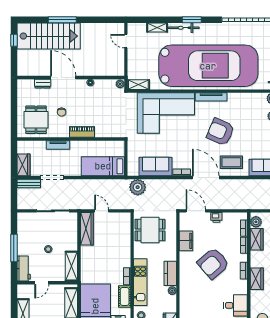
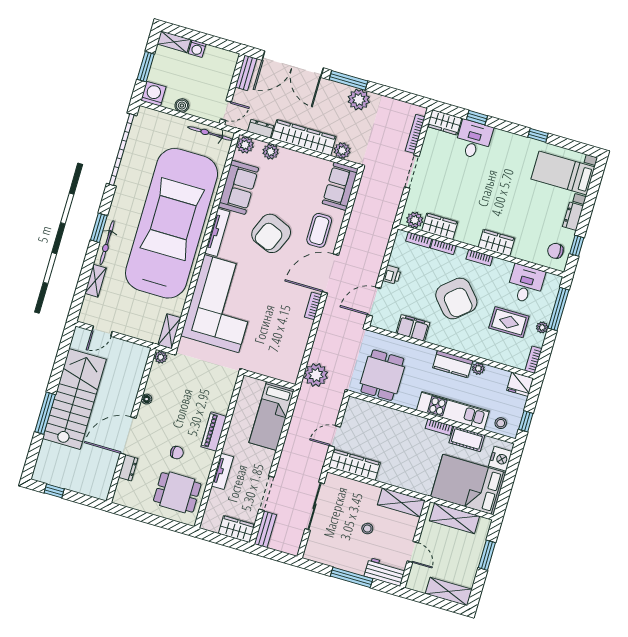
stairs: (49, 36) -> (74, 399), moved
sofa: (156, 166) -> (238, 187), moved, turned 180
rug: (208, 302) -> (509, 322), added

